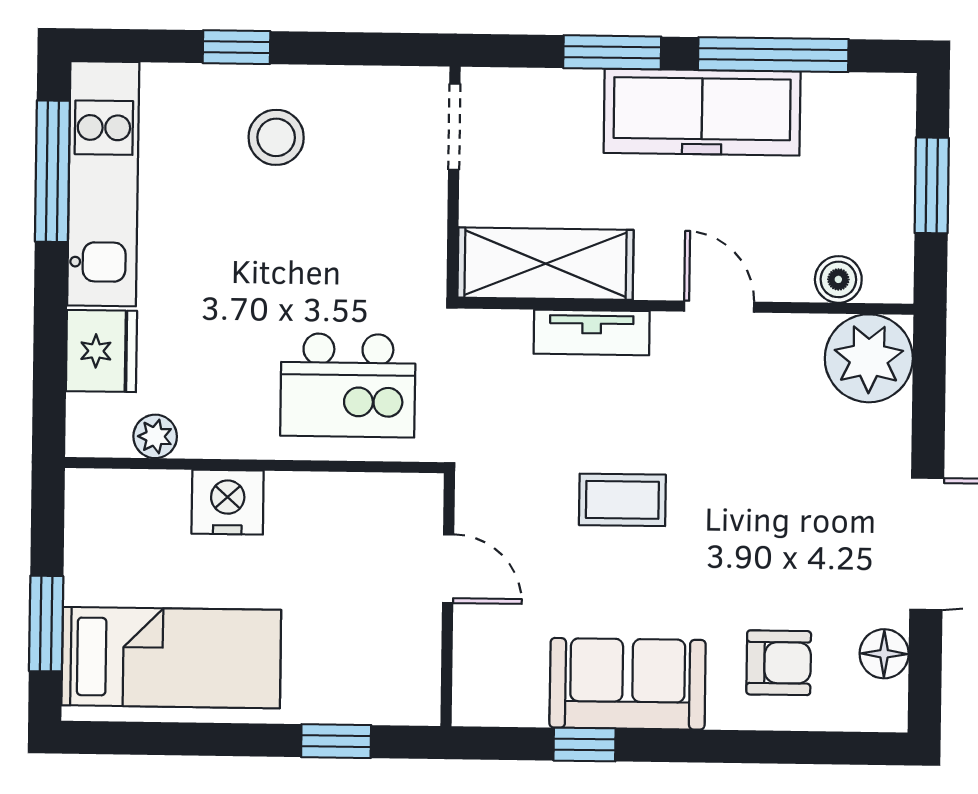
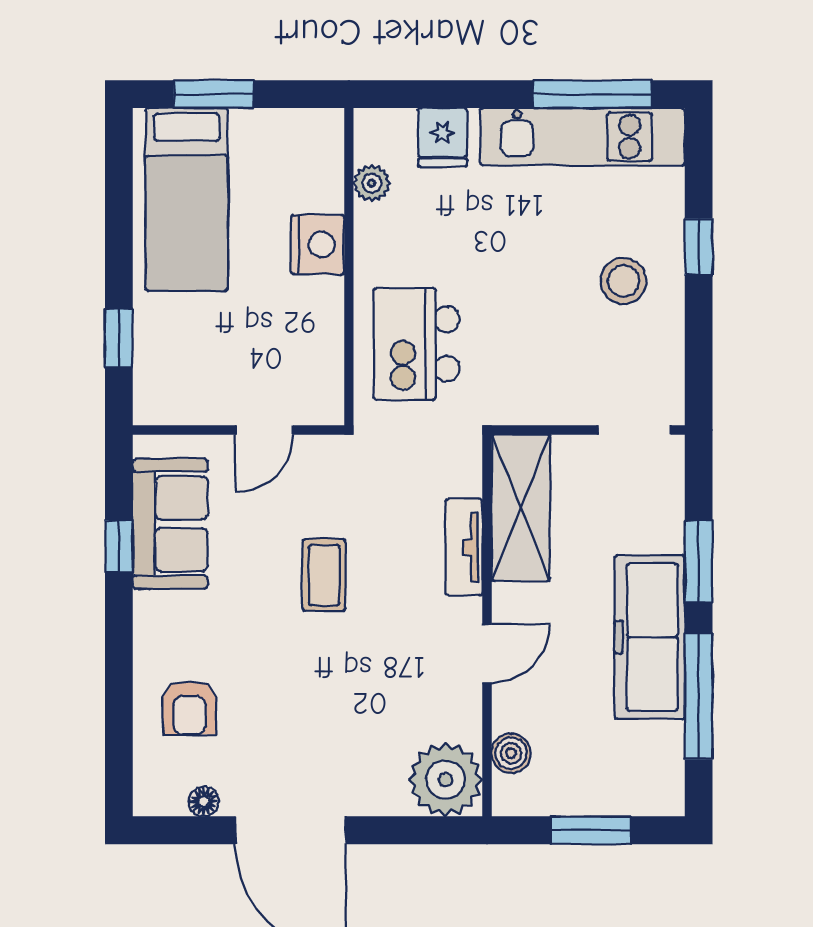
fridge: (101, 351) -> (443, 137), width x0.72
floor lamp: (884, 654) -> (204, 801), width x0.73, depth x0.73
sofa: (628, 684) -> (170, 524), moved

